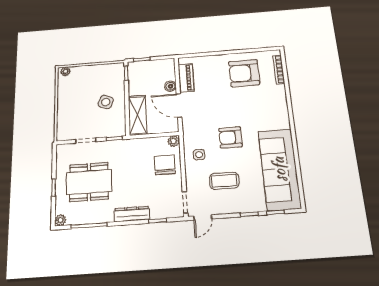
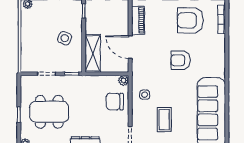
boiler: (170, 86) -> (123, 28), removed
armchair: (231, 137) -> (181, 60), moved
chair: (165, 165) -> (115, 102), turned -90
coffee table: (224, 181) -> (164, 119), turned 90

